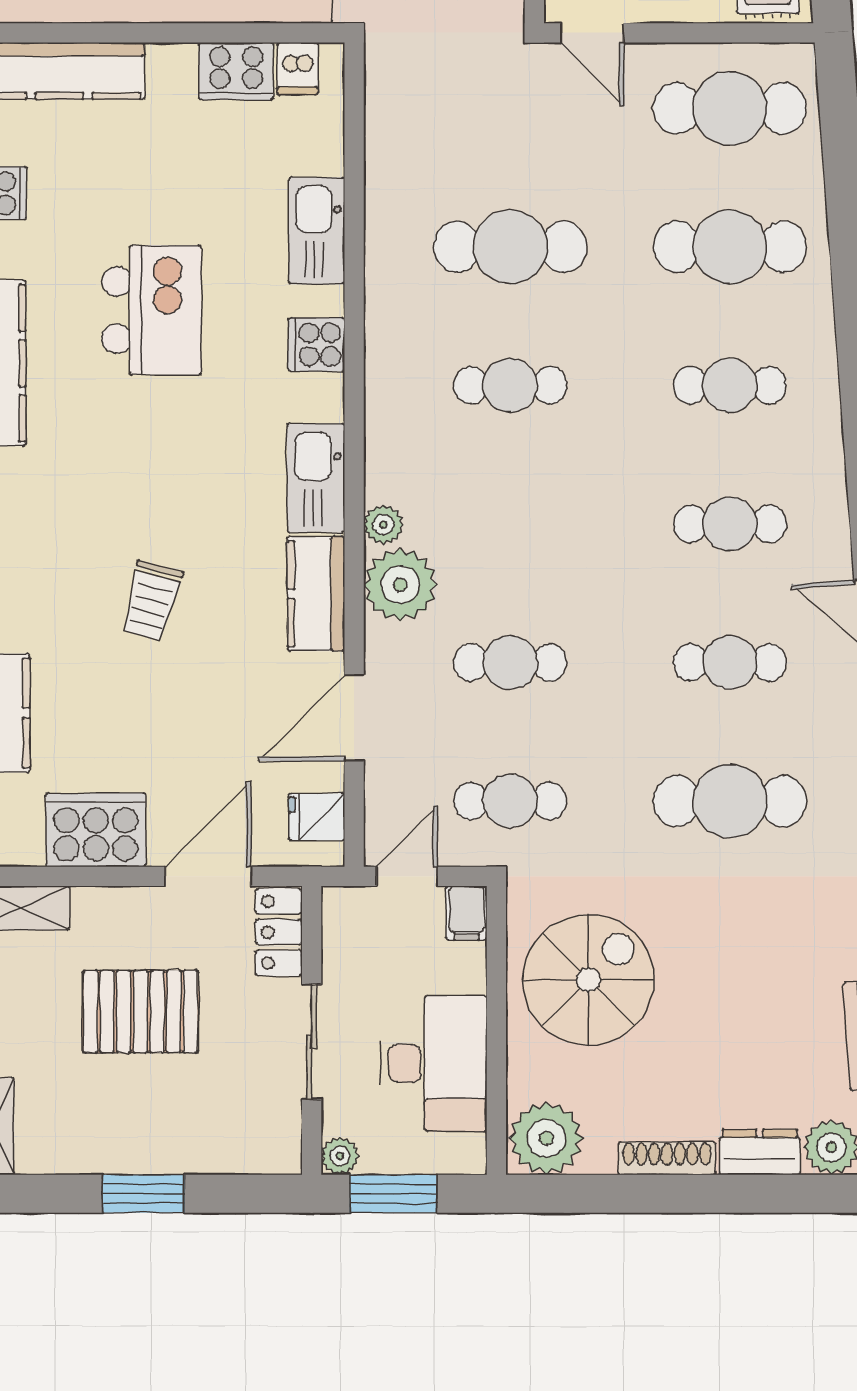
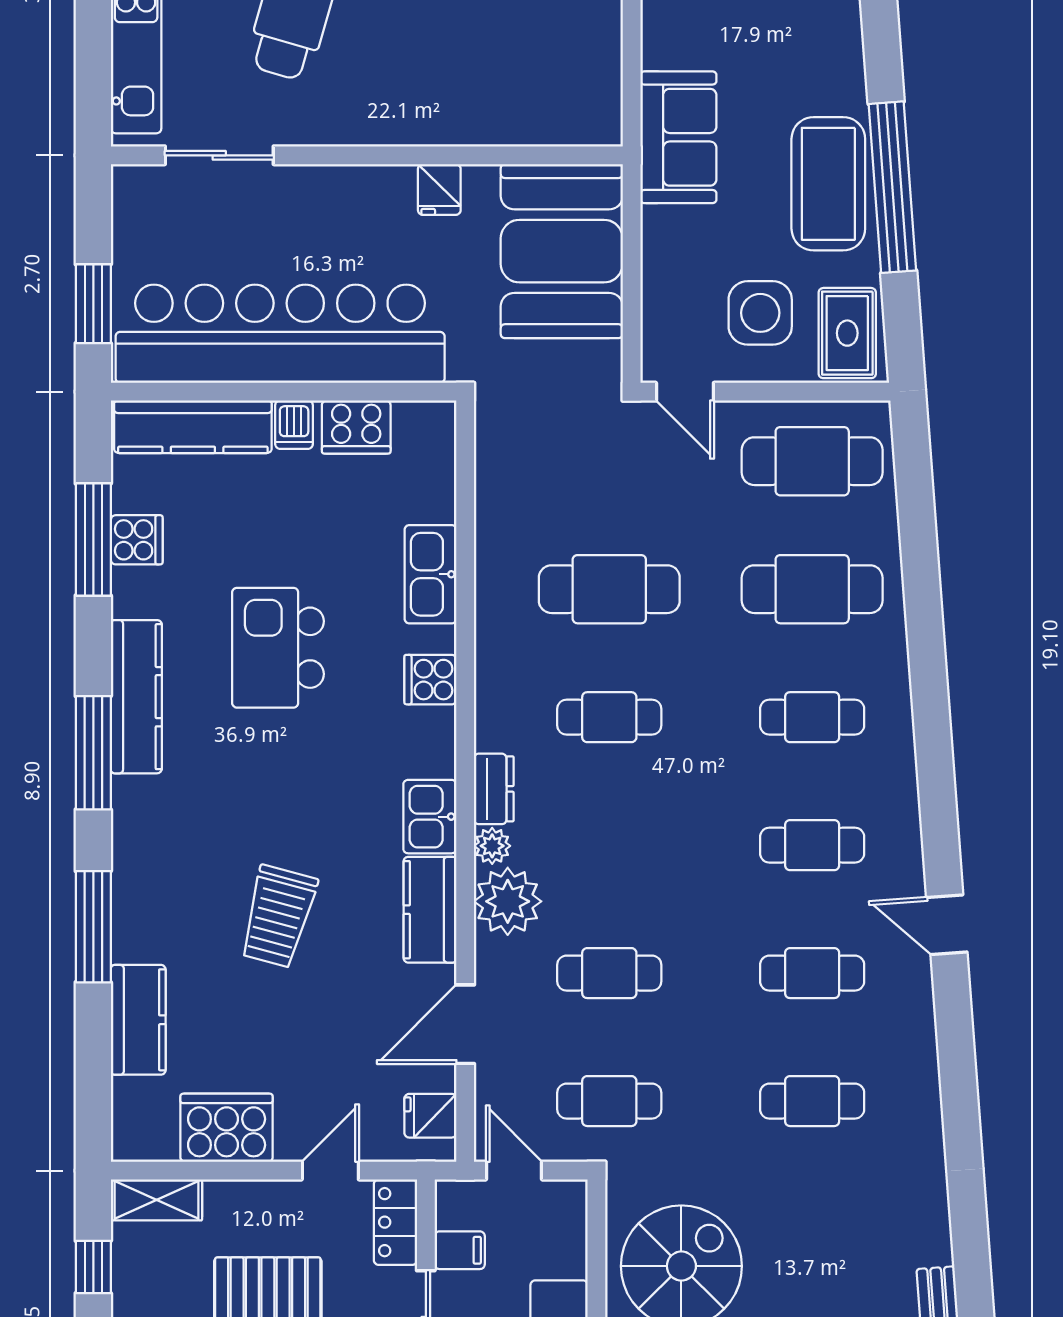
dishwasher: (297, 69) -> (294, 425), moved
kitchen island: (151, 310) -> (278, 648), turned 180
dresser: (385, 463) -> (494, 789), added
kitchen sink: (316, 478) -> (430, 817), width x0.73
trolley: (151, 601) -> (278, 916), width x1.36, depth x1.39
cafe table: (730, 801) -> (812, 1101), width x0.73, depth x0.74
door: (208, 876) -> (330, 1171), width x0.73
door: (407, 876) -> (514, 1171), hinge flipped
filing cabinet: (467, 913) -> (460, 1250), moved, turned -90

